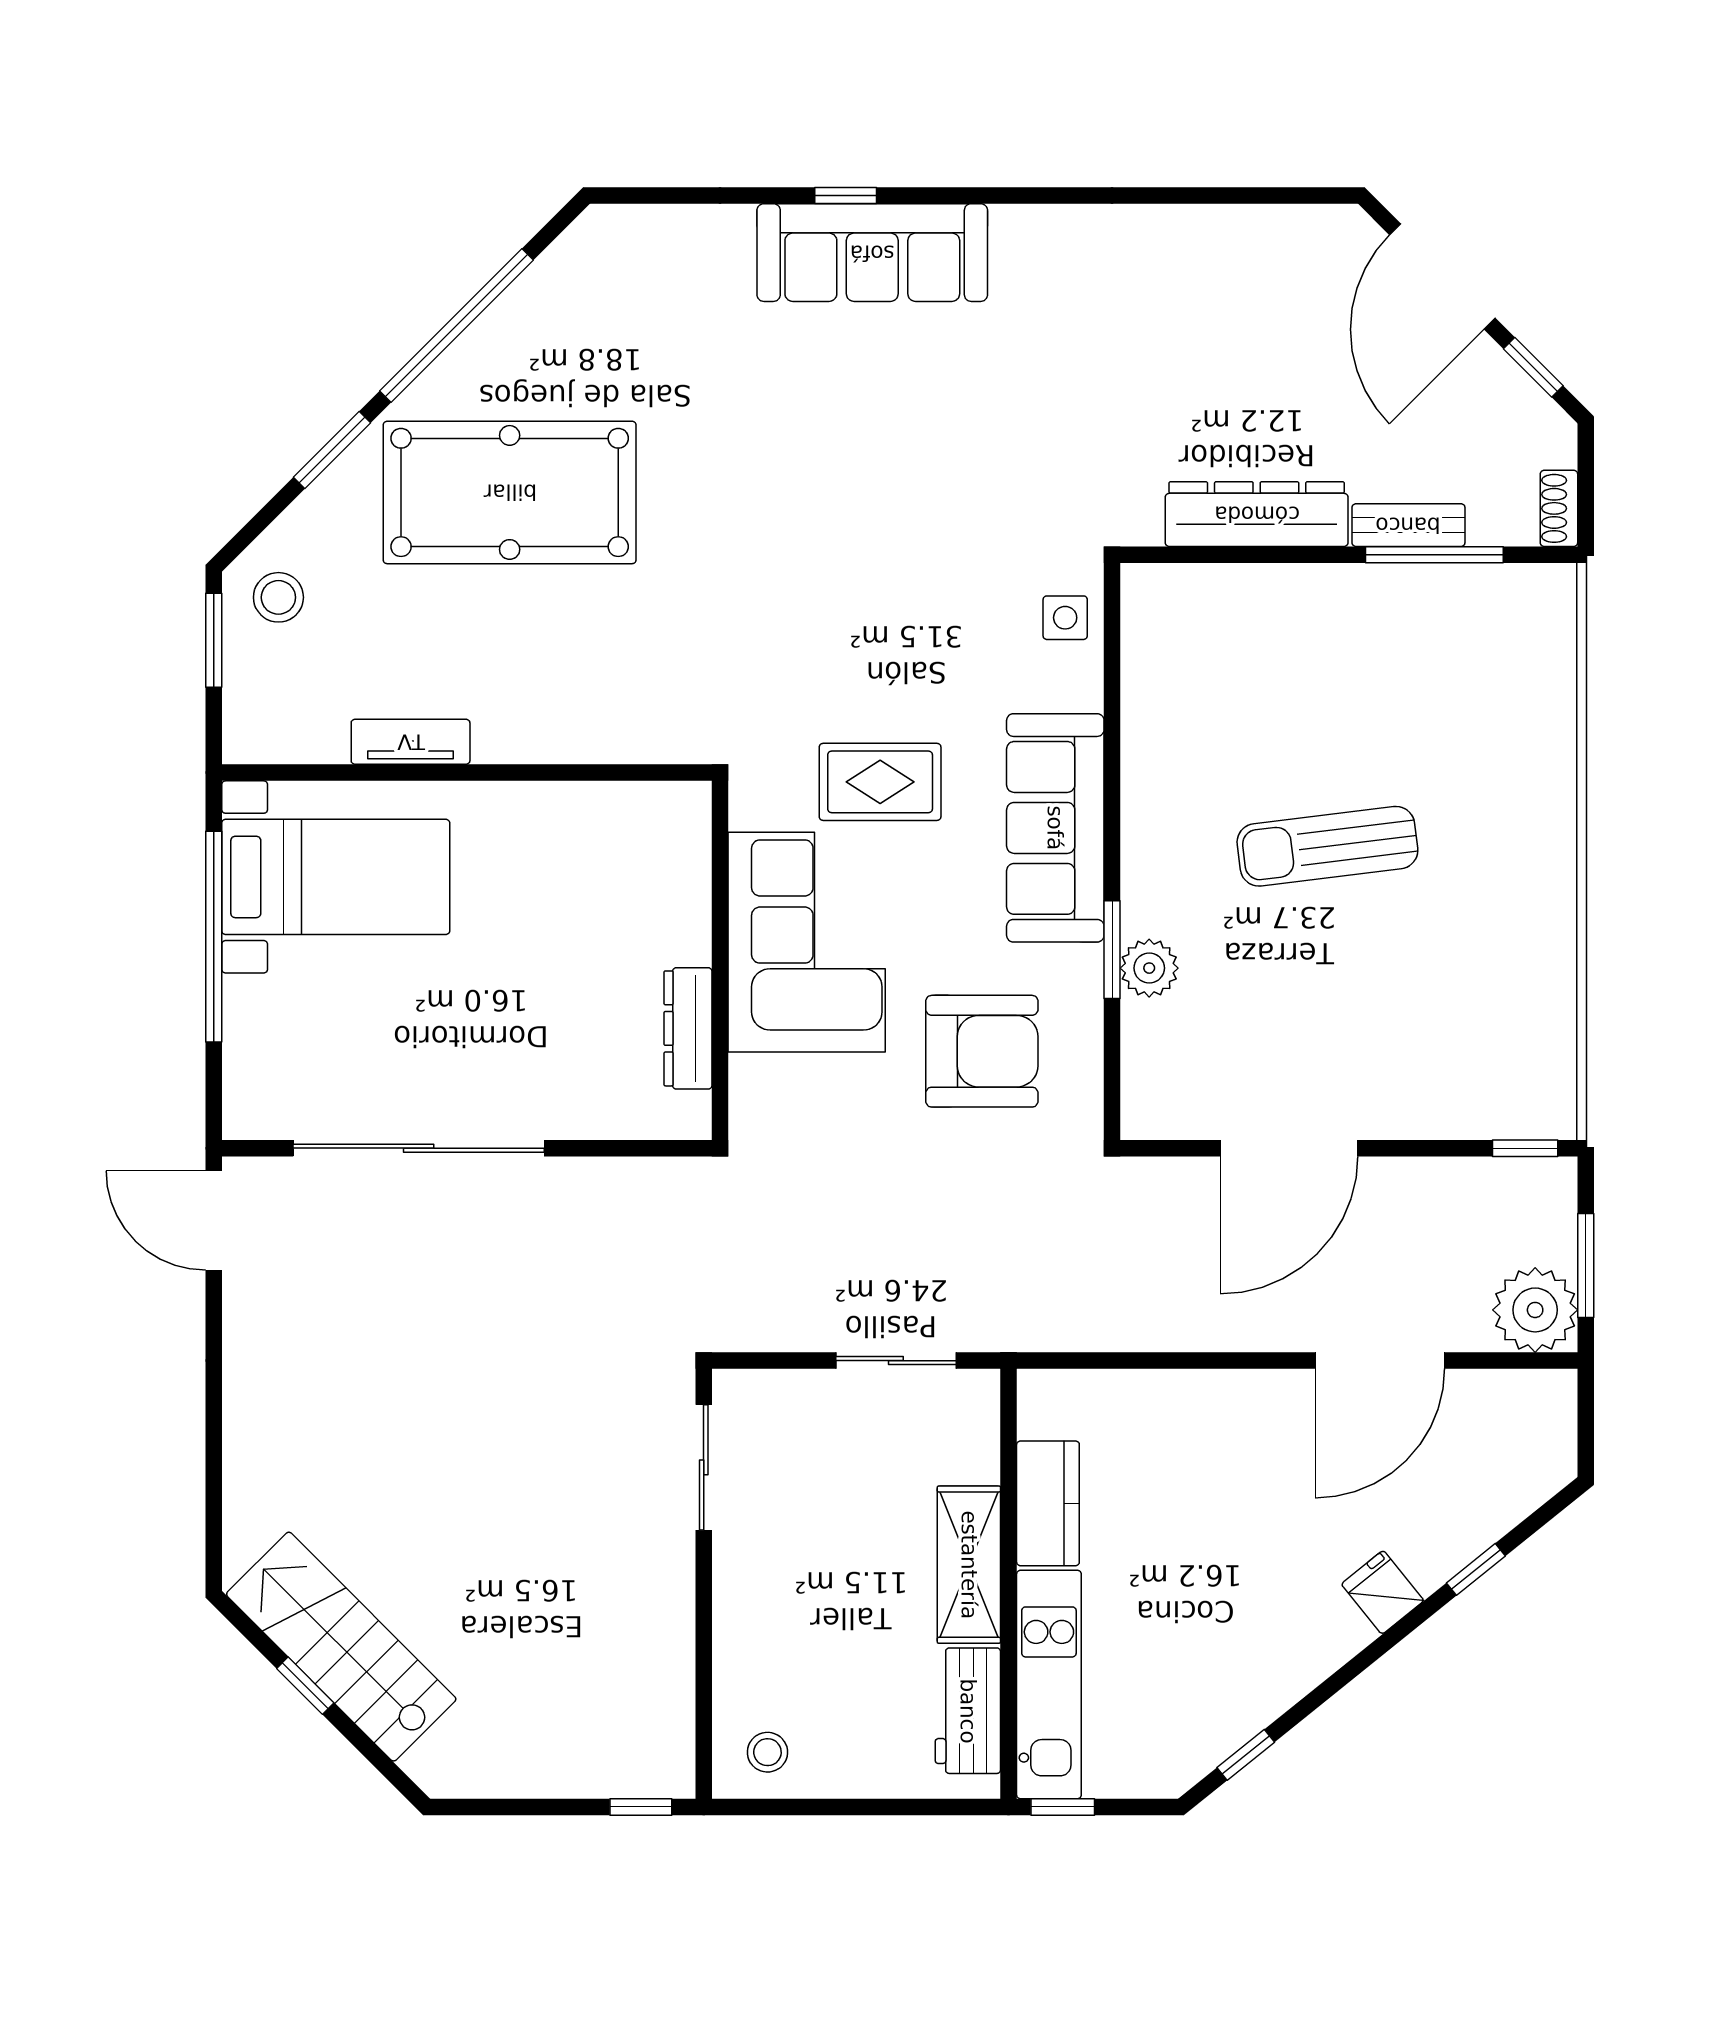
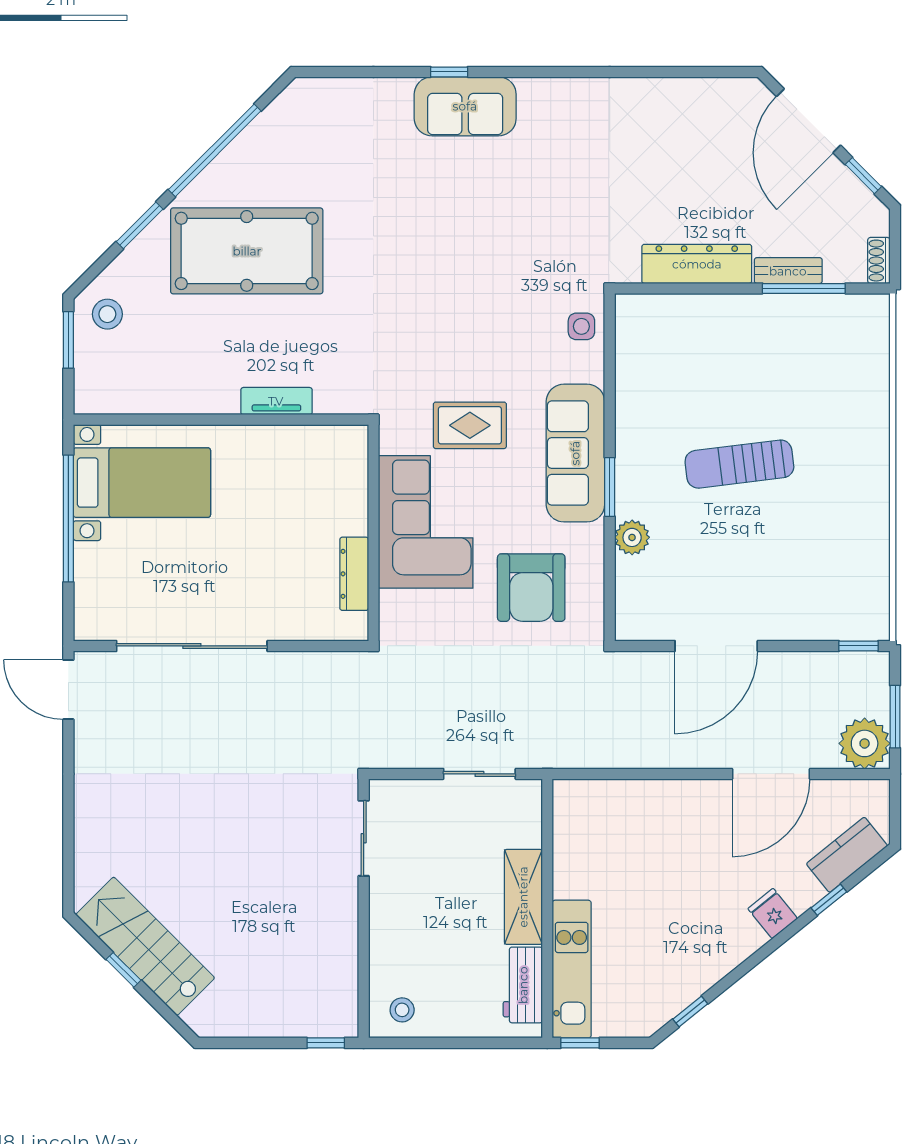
sofa: (872, 253) -> (465, 106), width x0.73
tv unit: (411, 742) -> (276, 401), moved
window: (1112, 950) -> (610, 487), moved
armchair: (982, 1051) -> (531, 588), turned 90
kitchen counter: (1048, 1503) -> (847, 855), moved, turned -129

